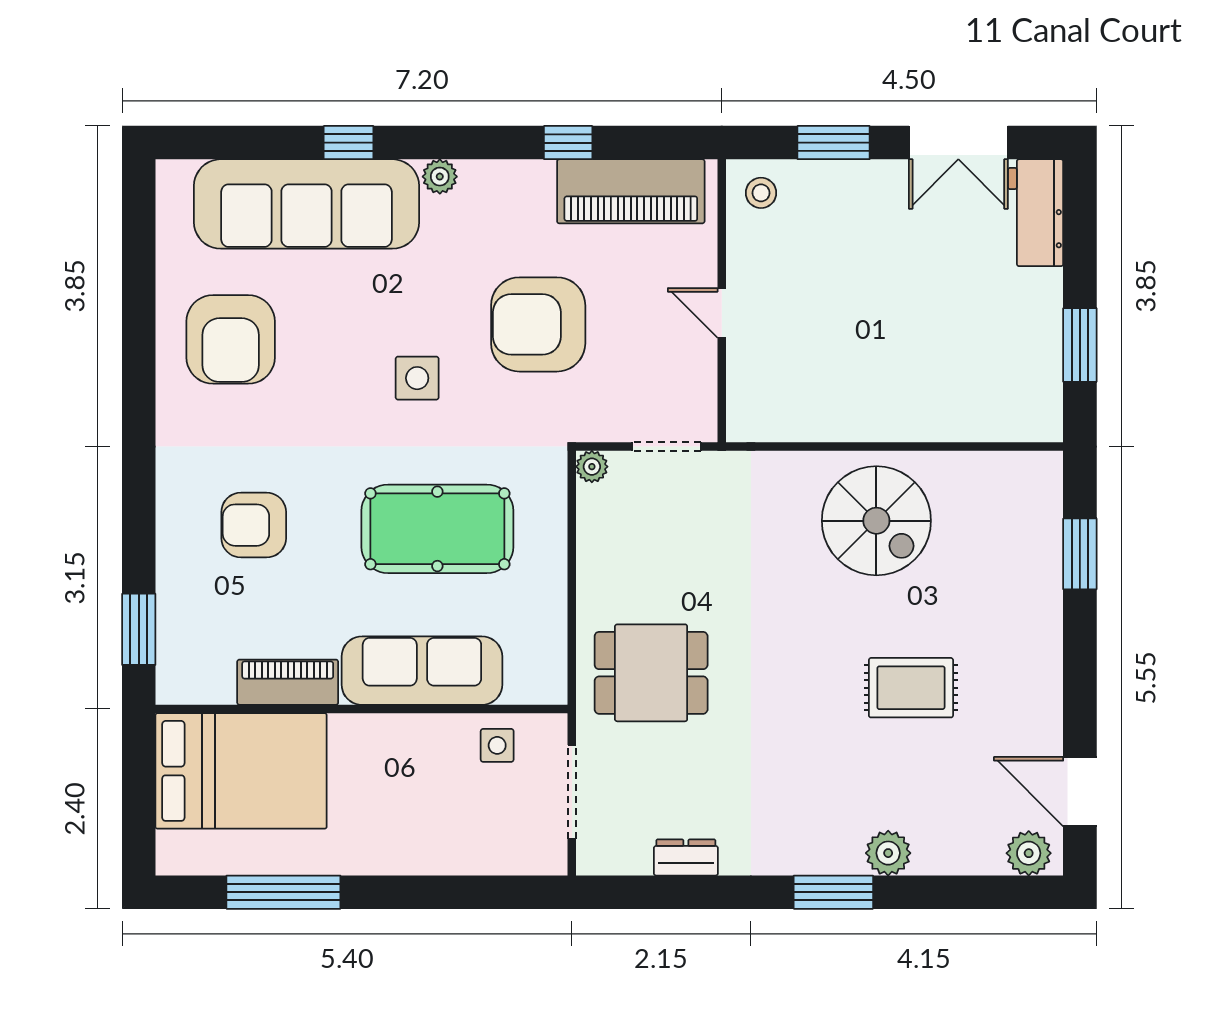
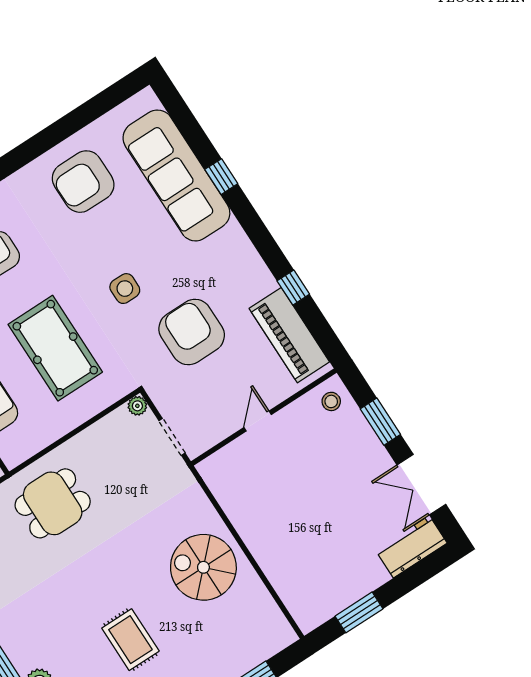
plant: (440, 177) -> (234, 234), removed
spiral stairs: (876, 521) -> (203, 567), turned 90
dining table: (651, 673) -> (53, 503), turned 90

